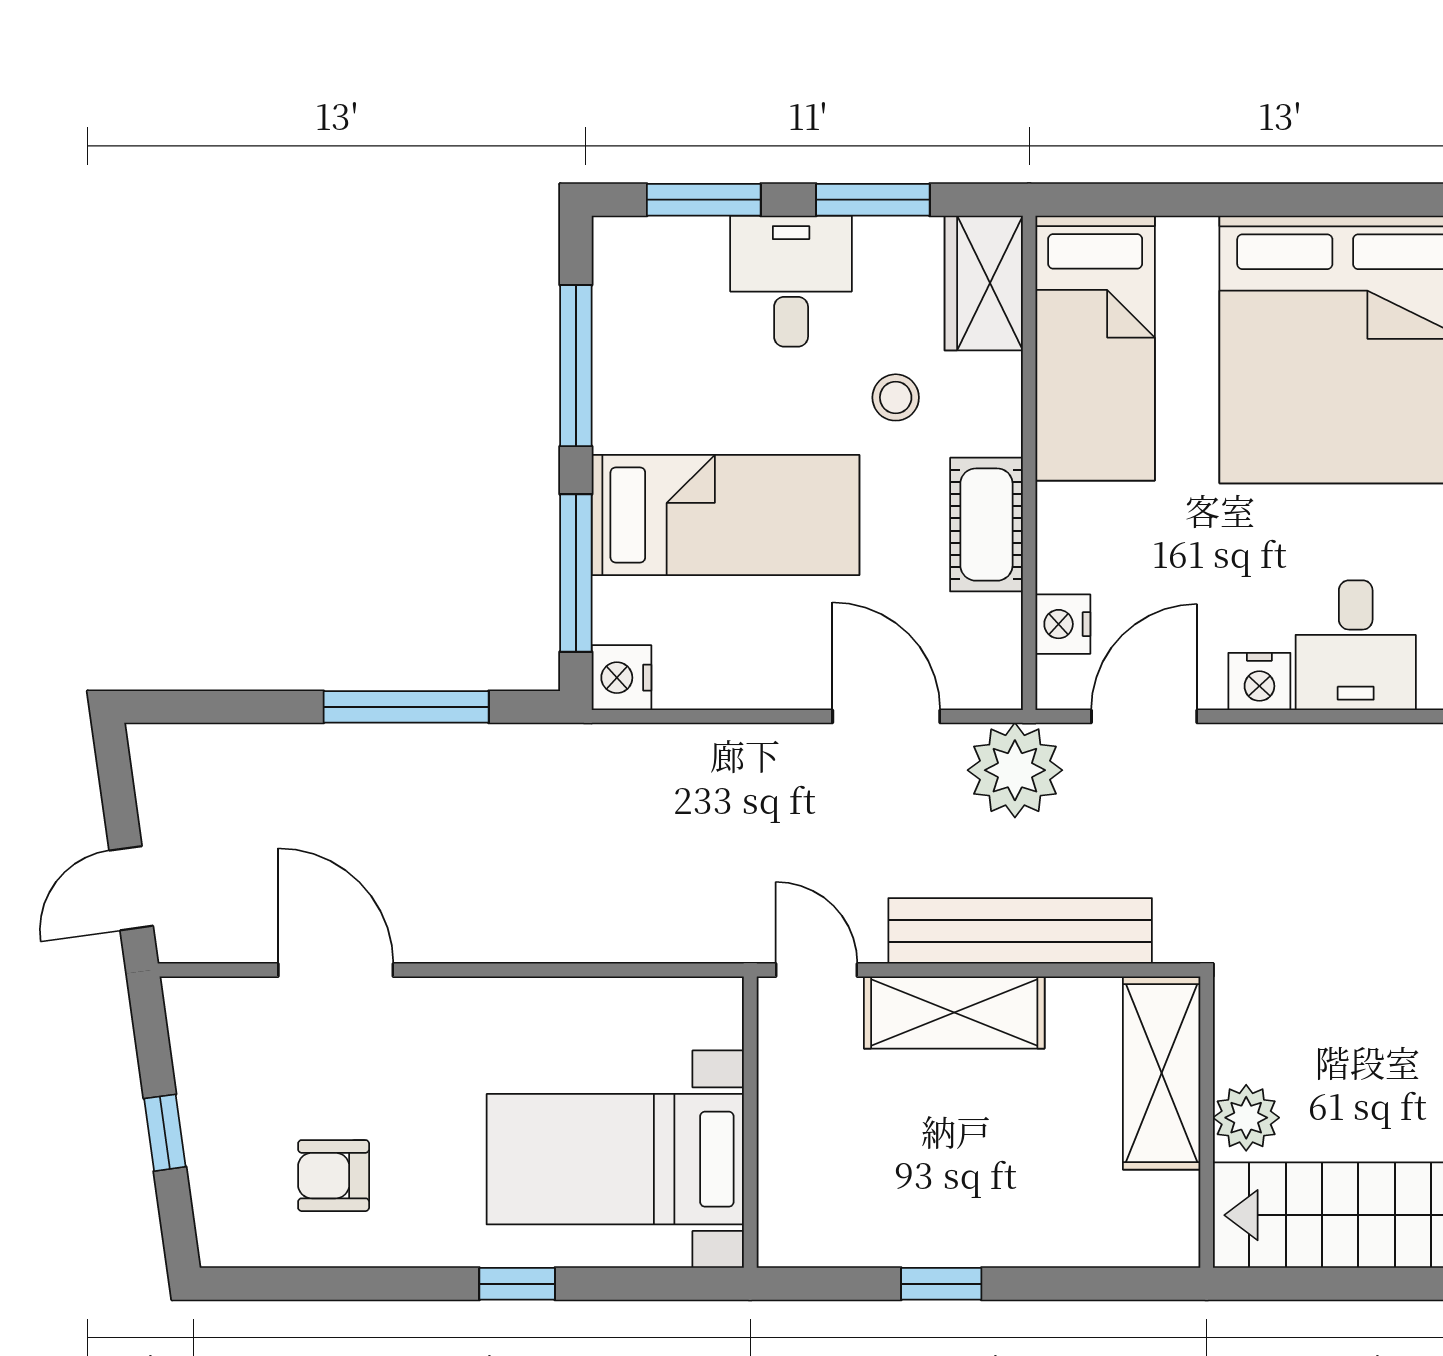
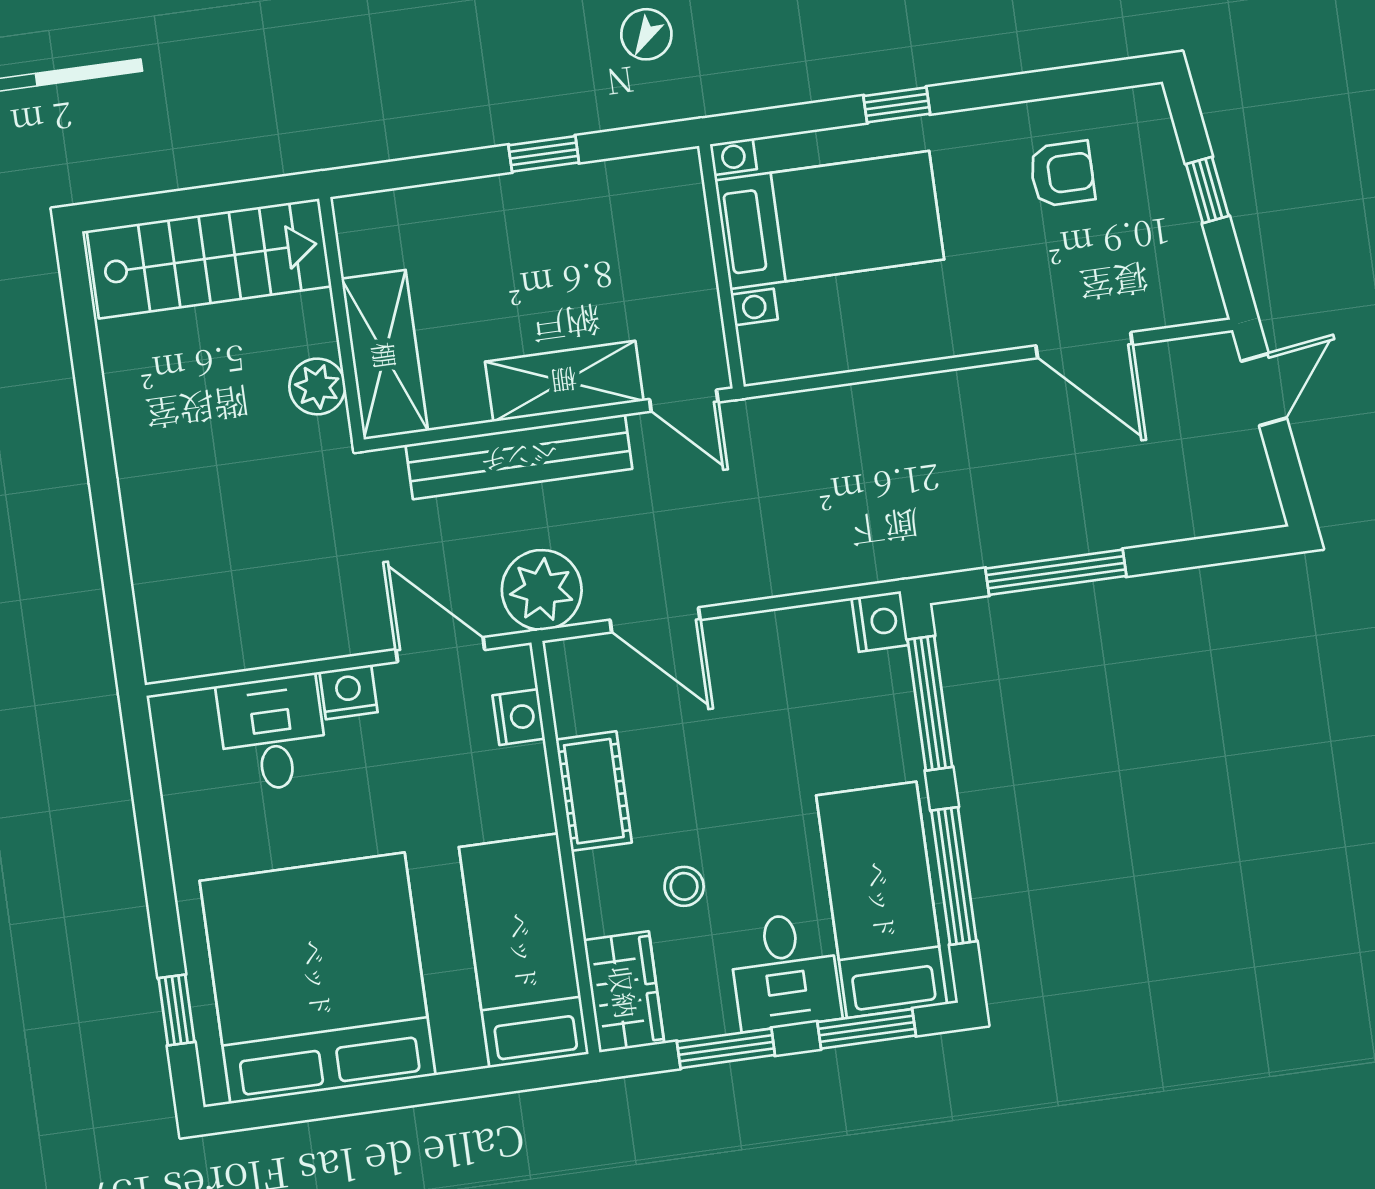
bed: (725, 515) -> (882, 900), moved, turned 90
door: (1144, 716) -> (440, 650), swing flipped
plant: (1246, 1118) -> (317, 387), moved

